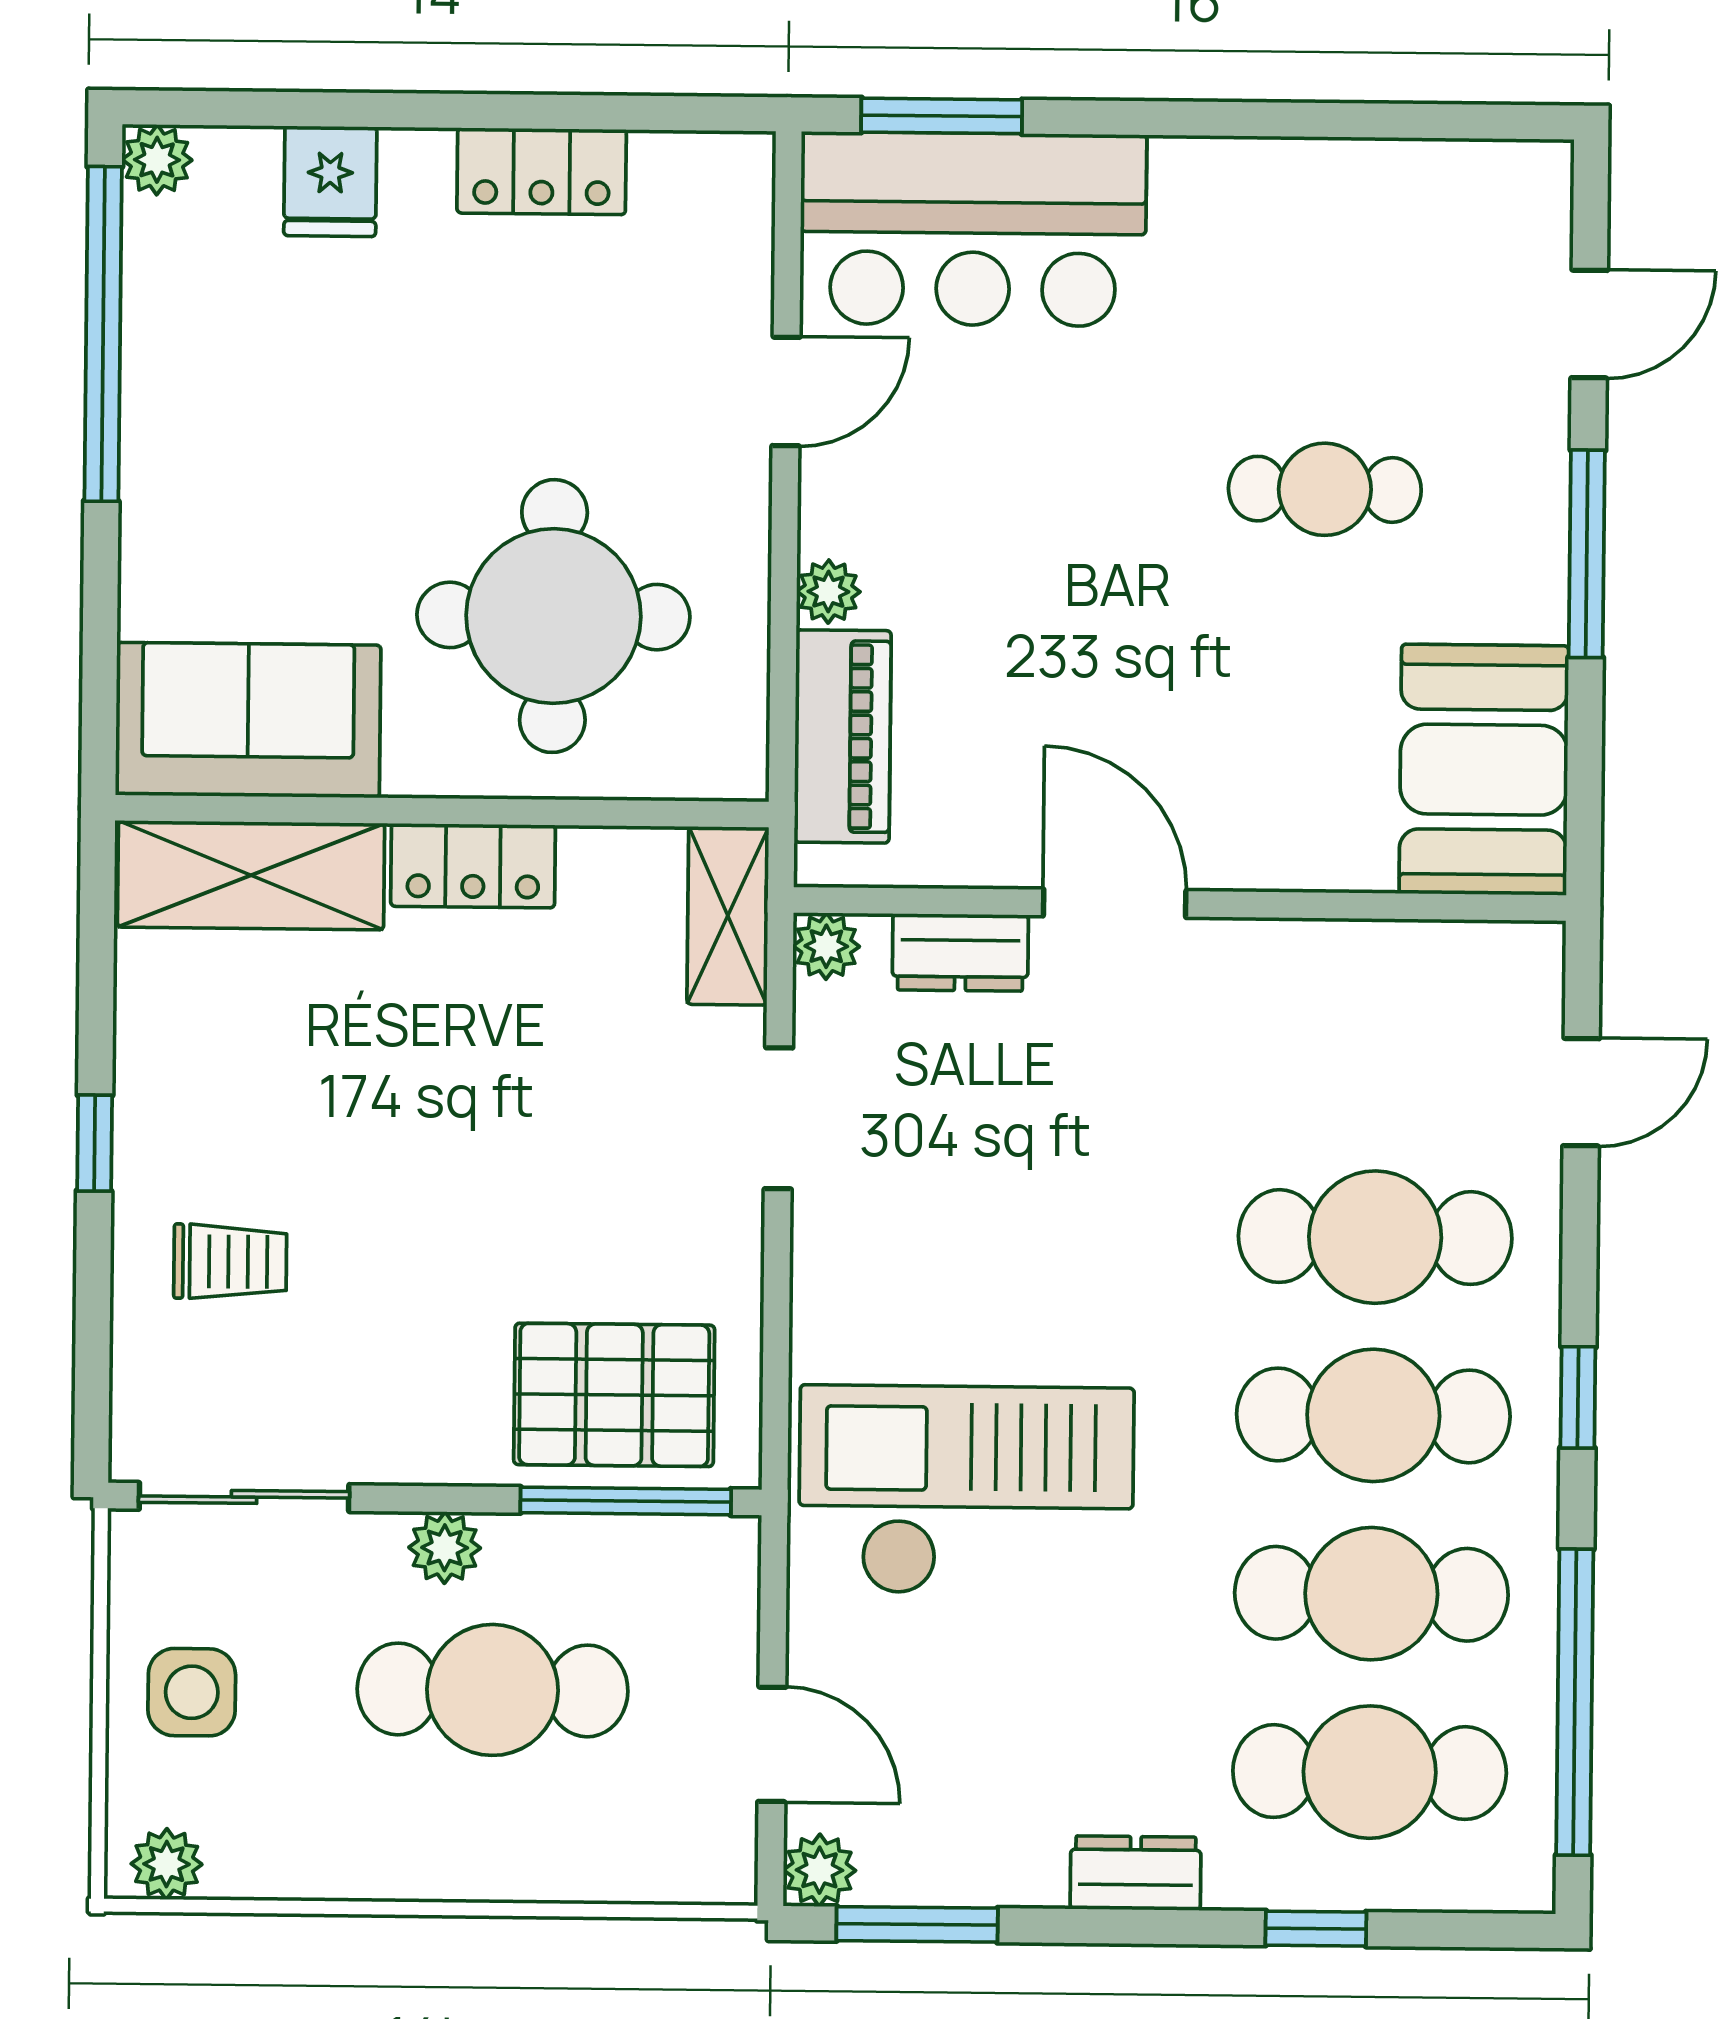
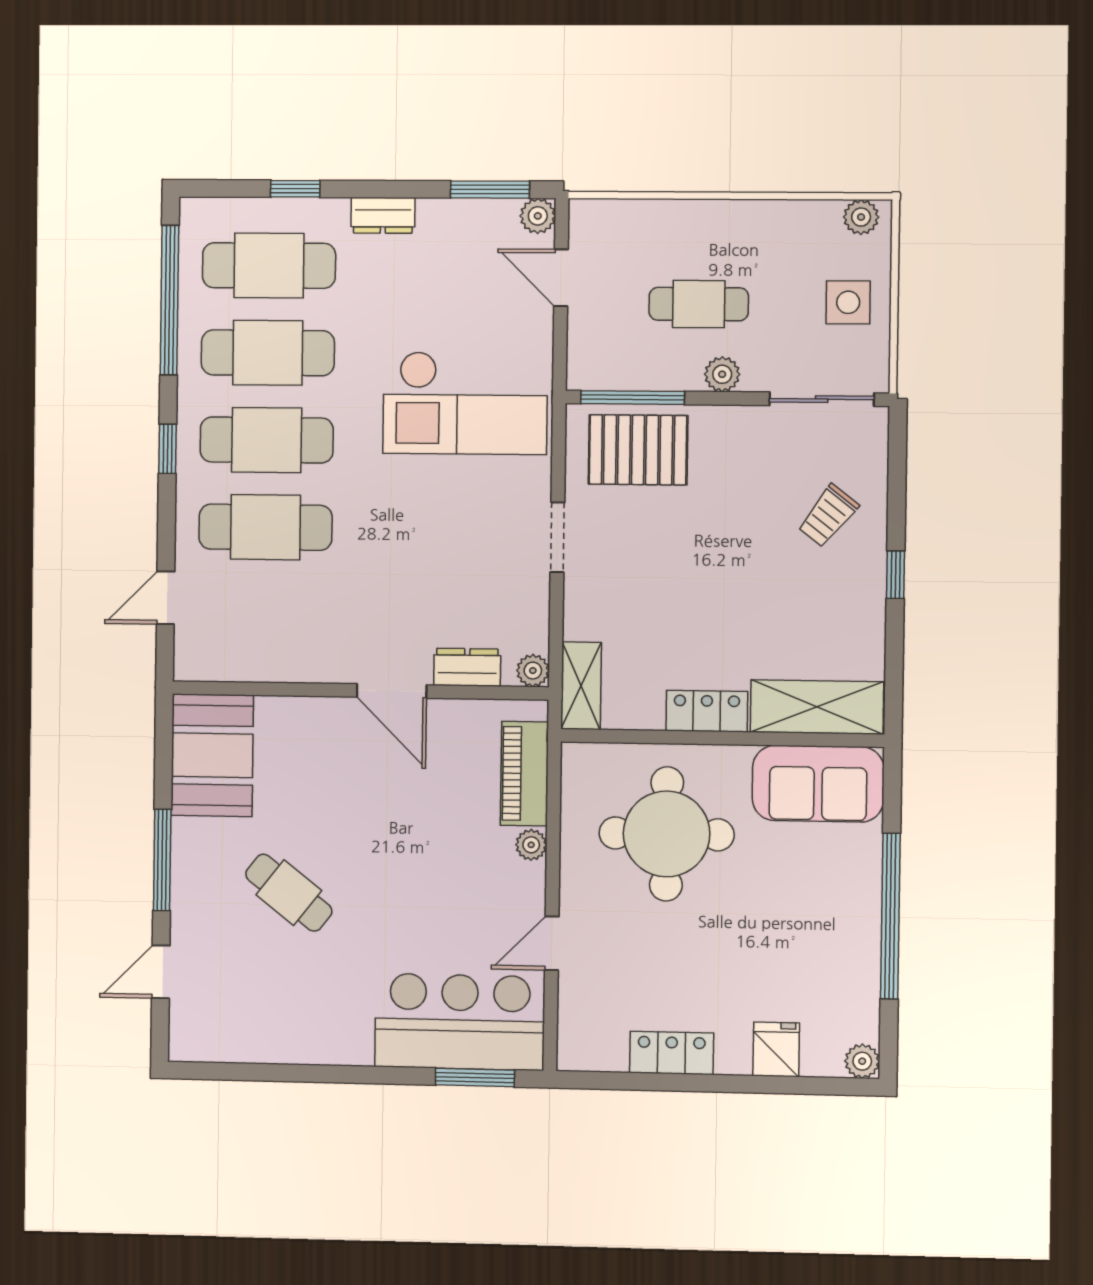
window: (103, 334) -> (890, 916), moved
cafe table: (1325, 489) -> (289, 893), turned 38
doorway: (778, 1118) -> (557, 537), moved
trolley: (230, 1262) -> (828, 516), turned -52
cafe table: (493, 1690) -> (699, 304), width x0.73, depth x0.74

